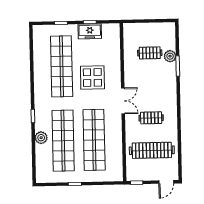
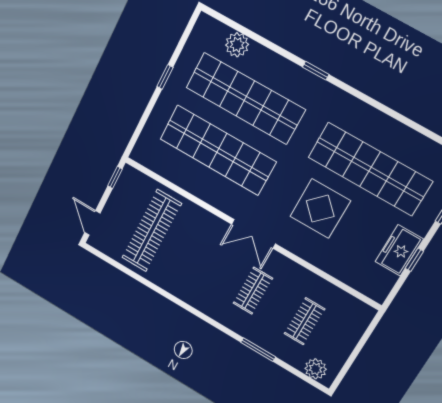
plant: (170, 56) -> (316, 369), moved
clothes rail: (151, 118) -> (253, 291), moved
plant: (41, 138) -> (237, 45), moved

